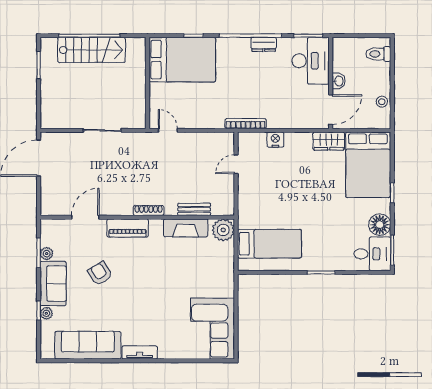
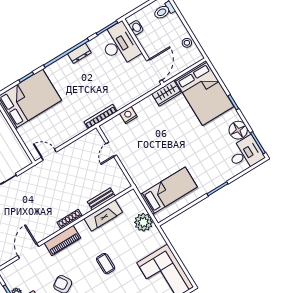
washbasin: (339, 81) -> (136, 28), moved
plant: (223, 230) -> (143, 222), moved
coffee table: (158, 279) -> (106, 264), added

